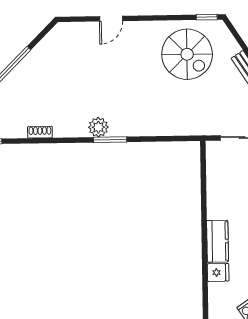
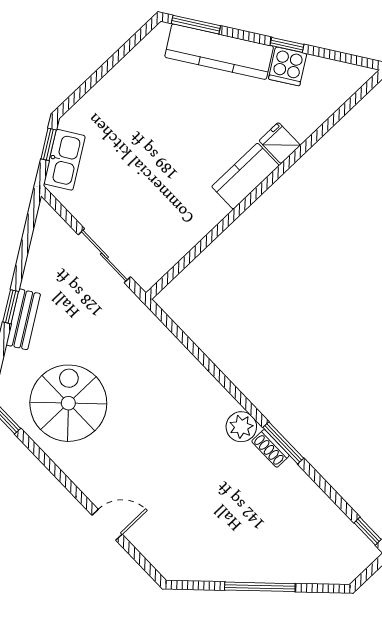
shoe rack: (40, 132) -> (270, 448), moved
window: (110, 140) -> (283, 443), moved

